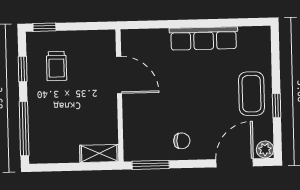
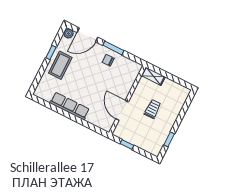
window: (44, 27) -> (127, 145), moved
trolley: (57, 66) -> (153, 109), moved
window: (24, 129) -> (184, 109), removed
window: (151, 165) -> (113, 48), moved

